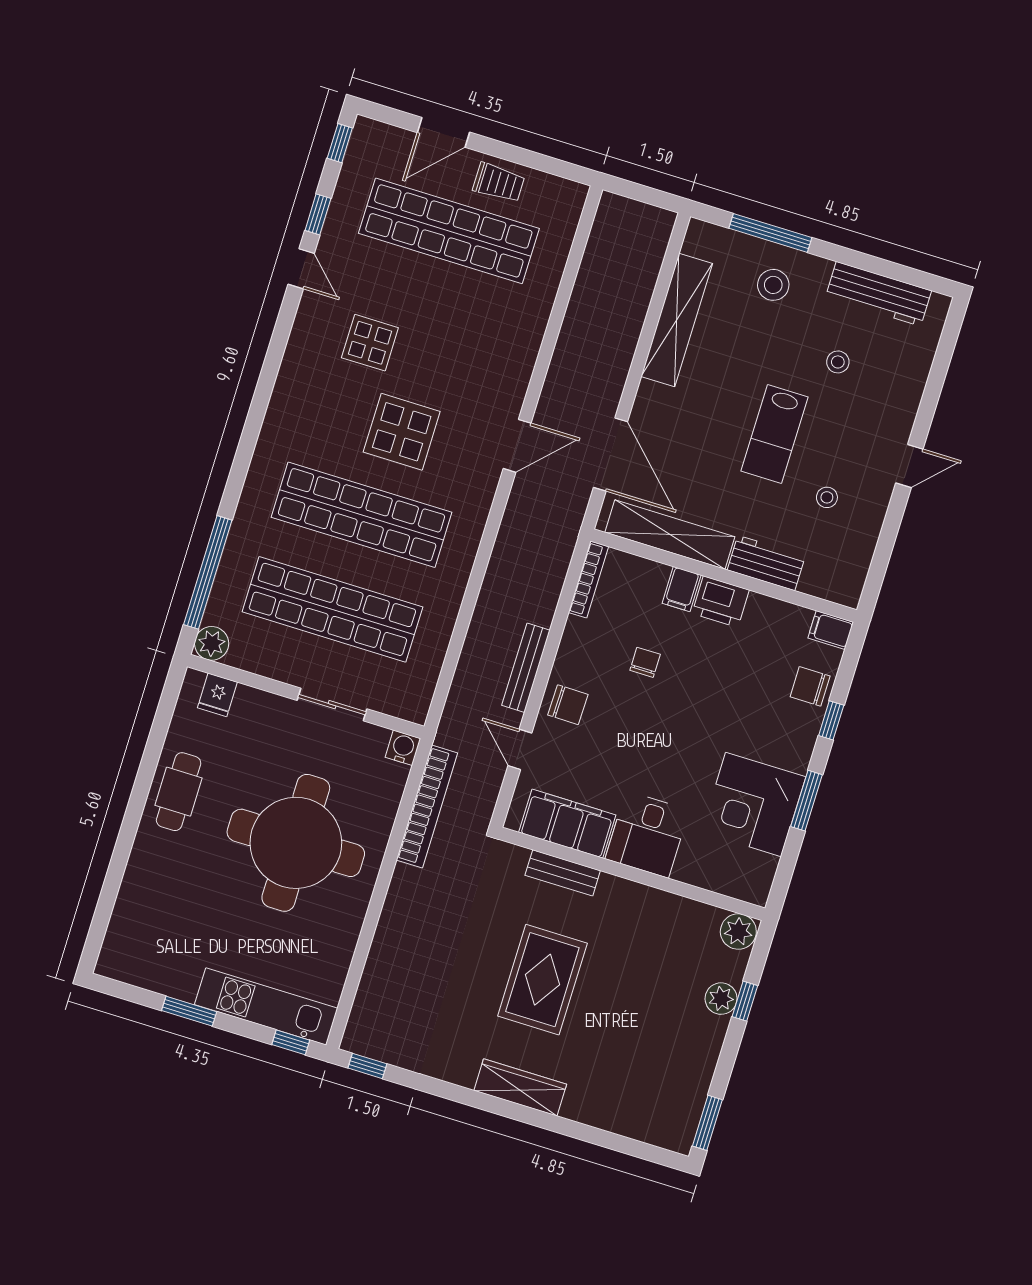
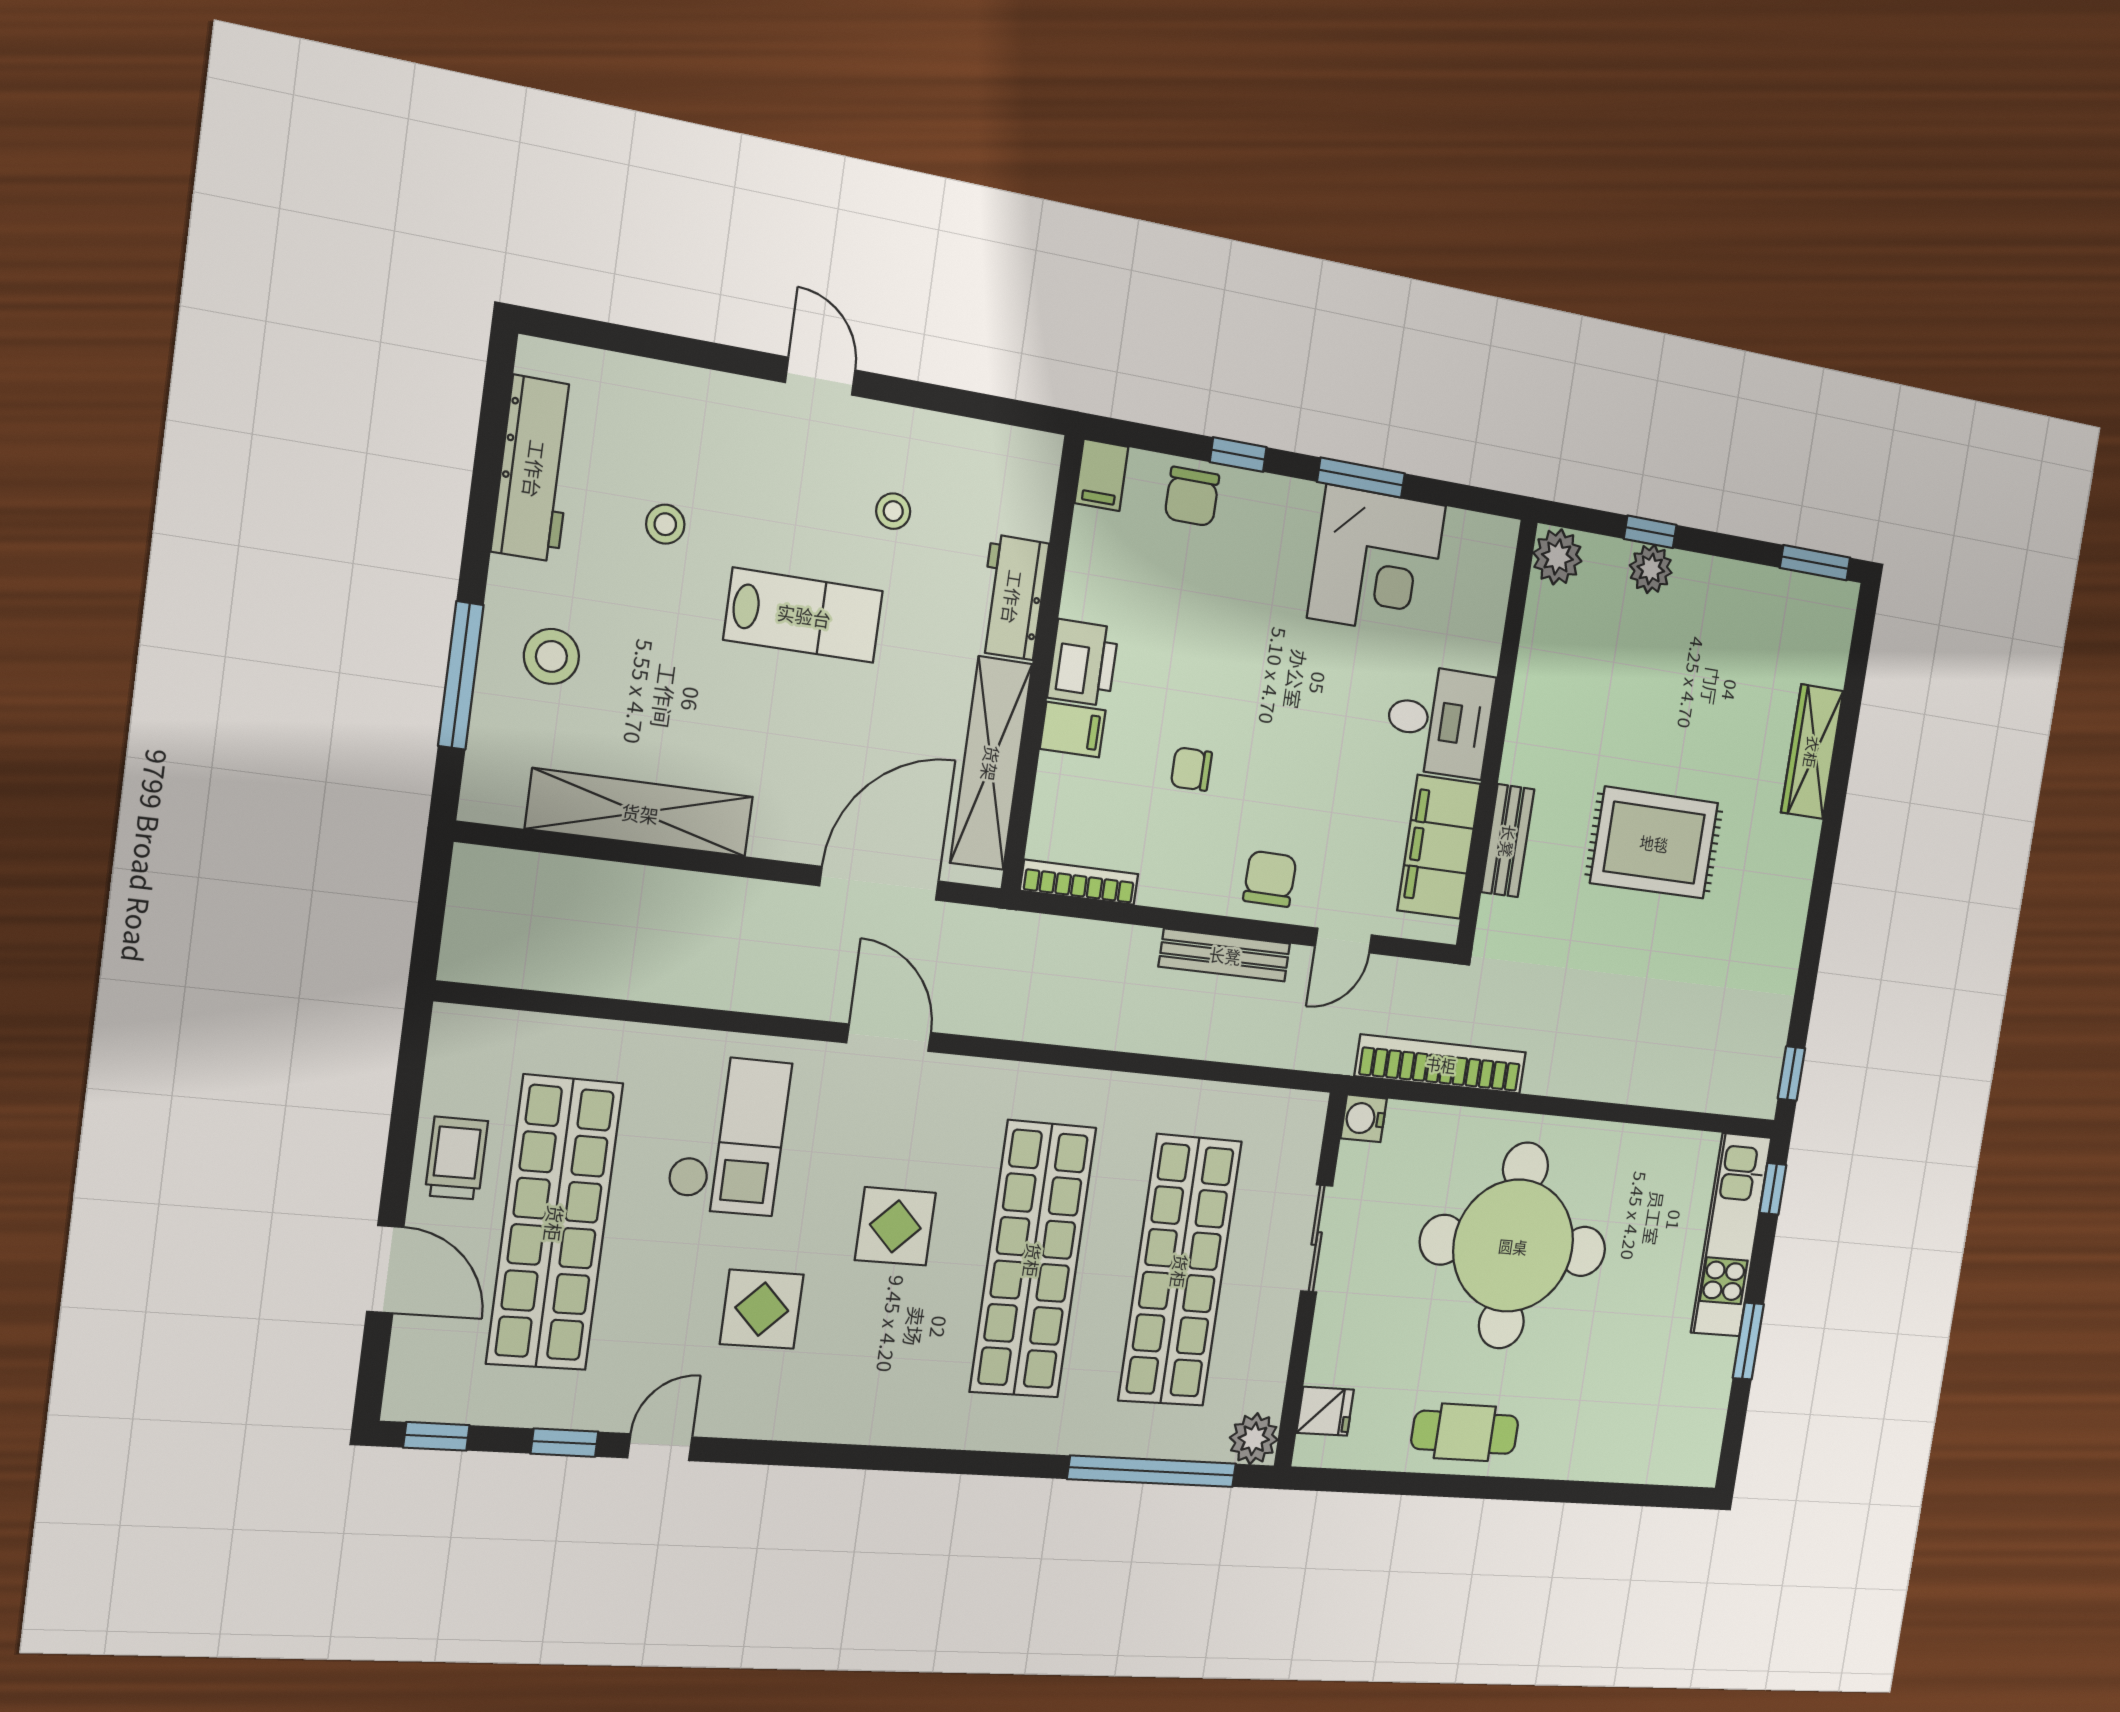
checkout: (479, 340) -> (729, 1135), added
display table: (402, 432) -> (895, 1226), width x0.73, depth x0.73
wardrobe: (520, 1087) -> (1812, 752), moved

